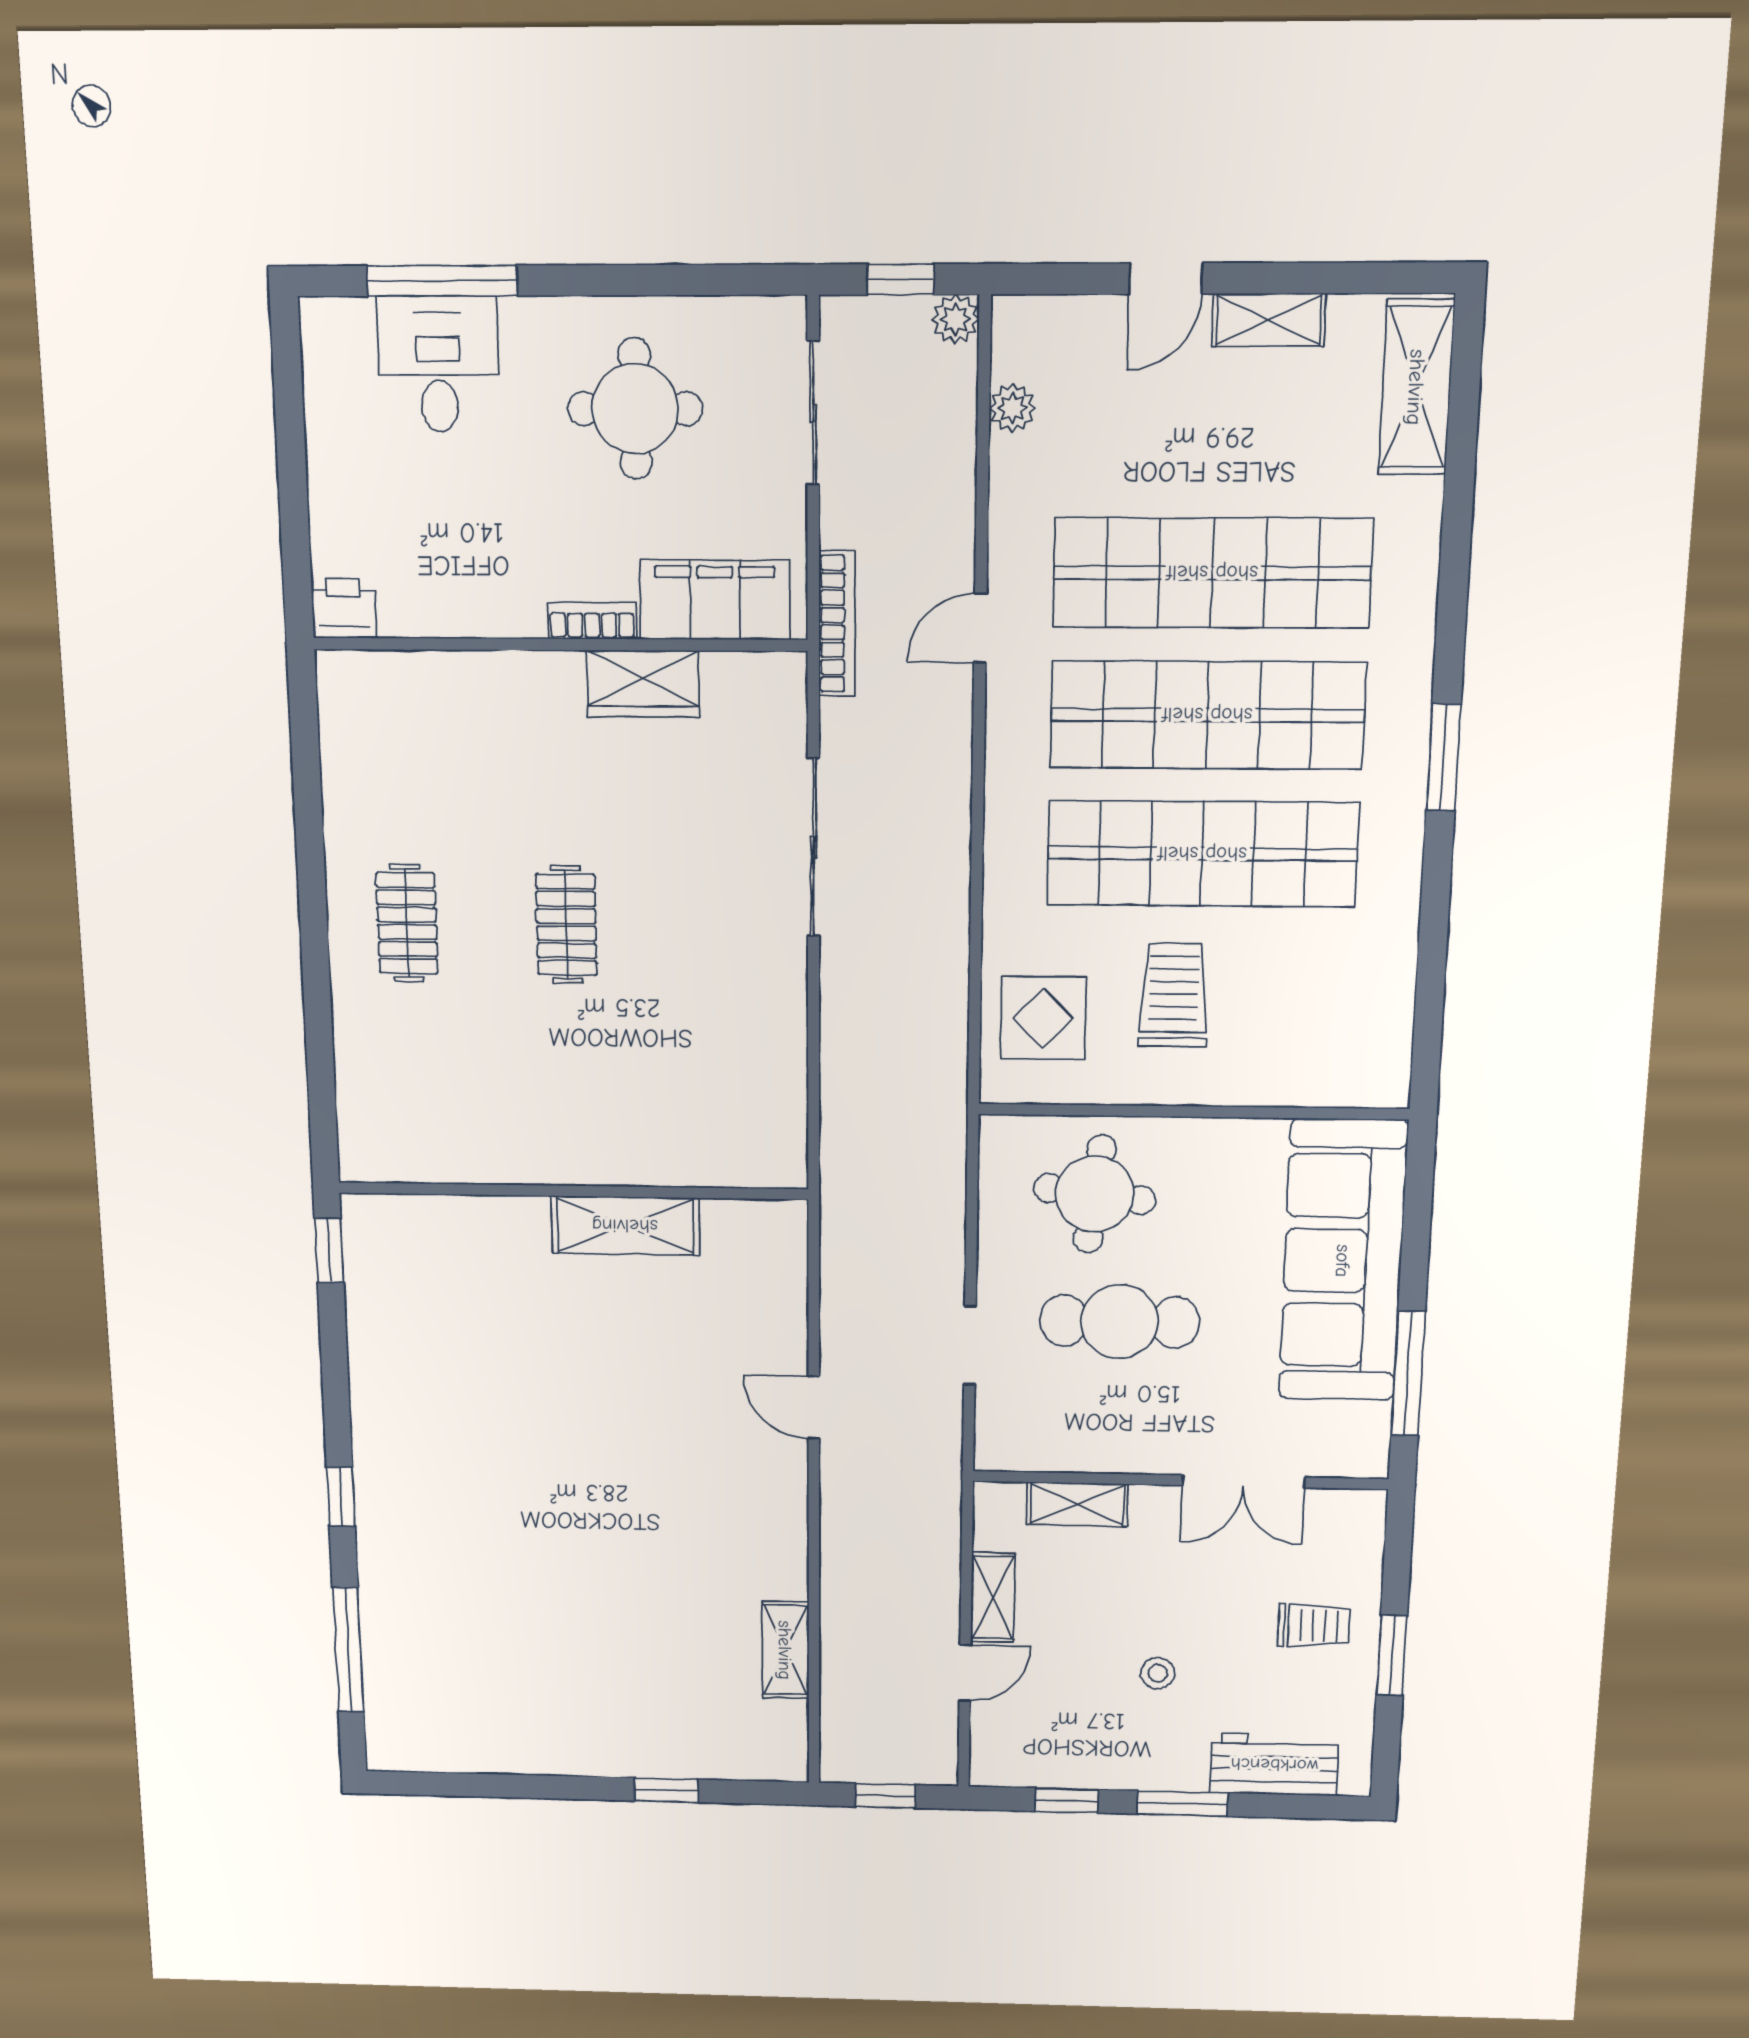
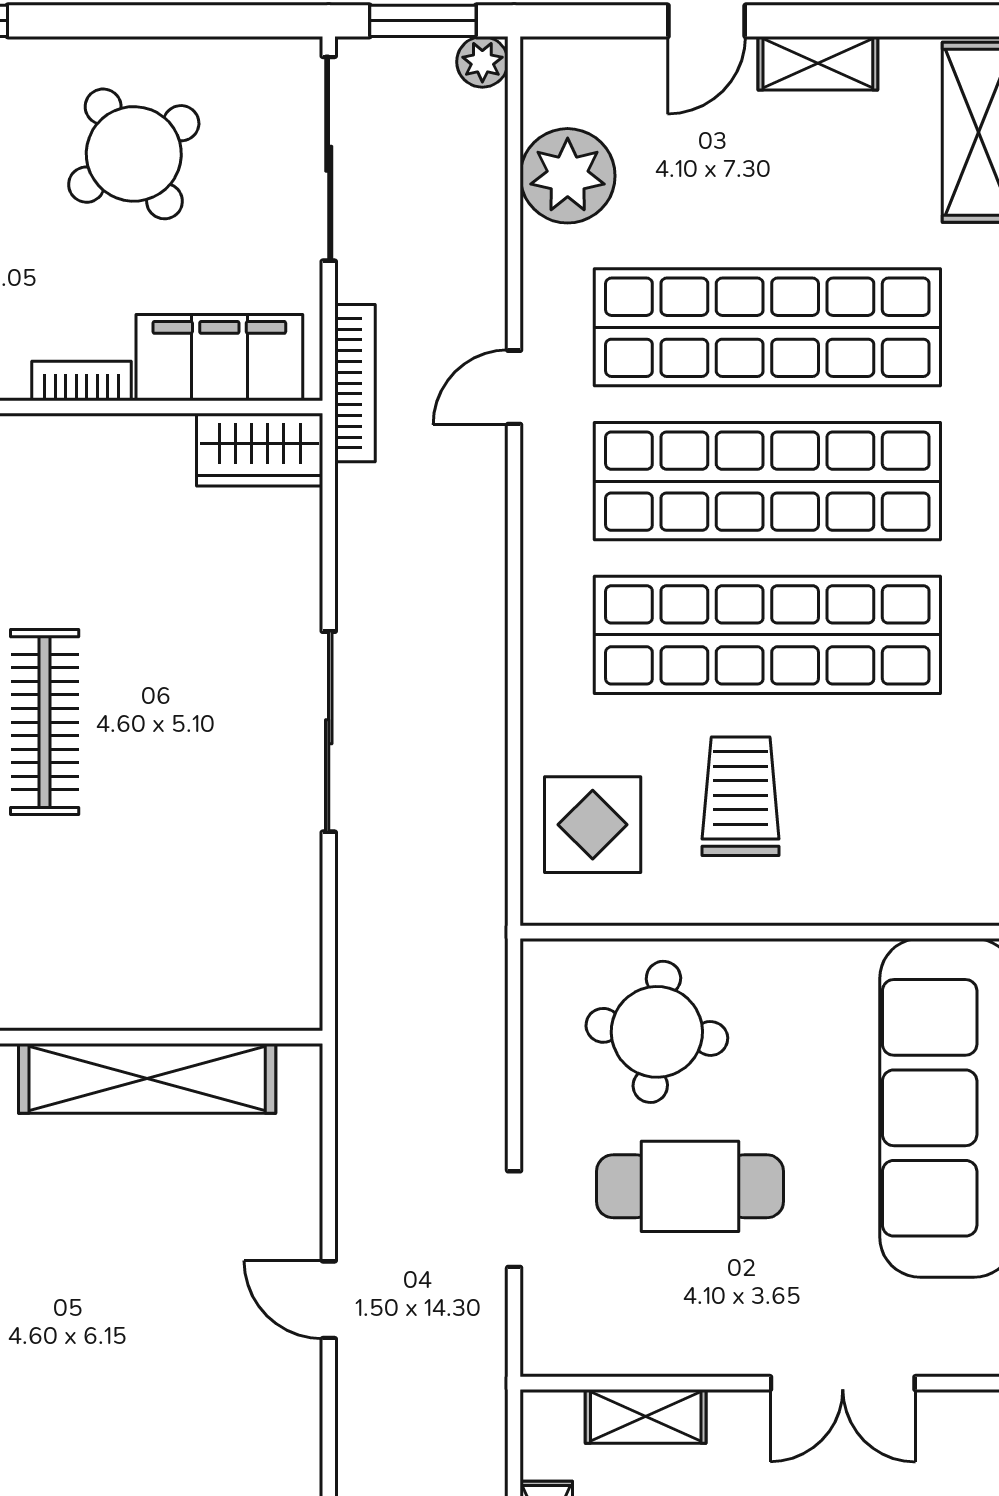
window: (900, 279) -> (423, 21), width x1.50
plant: (1013, 408) -> (568, 176), width x1.87, depth x1.87
round table: (635, 409) -> (134, 154), turned -33
sliding door: (813, 413) -> (329, 159), width x1.37
wardrobe: (643, 684) -> (260, 450), moved
sliding door: (813, 848) -> (329, 732), moved
clothes rail: (566, 925) -> (45, 722), width x1.36
shelving: (625, 1226) -> (147, 1078), width x1.47

